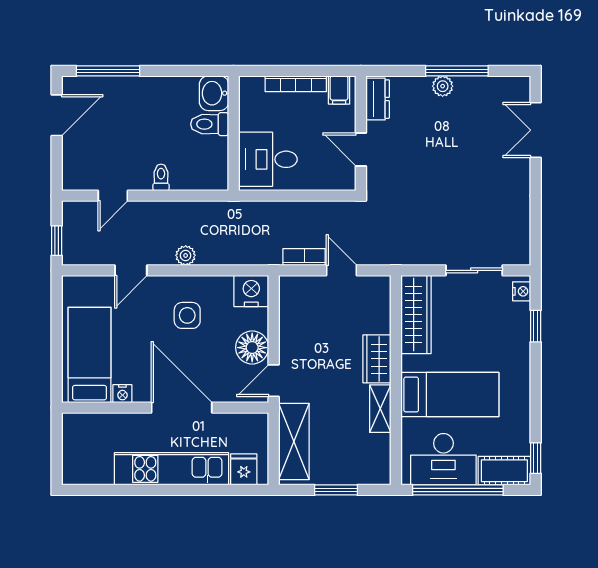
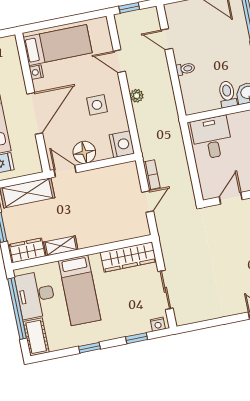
wardrobe: (377, 359) -> (27, 250), moved
window: (536, 458) -> (89, 348), moved

